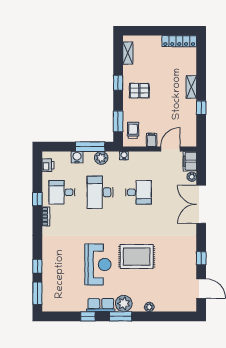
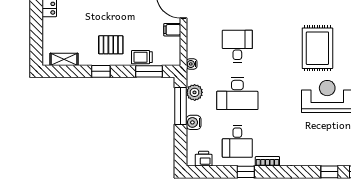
pallet: (139, 91) -> (111, 45), turned 90
trolley: (133, 130) -> (142, 57), moved

